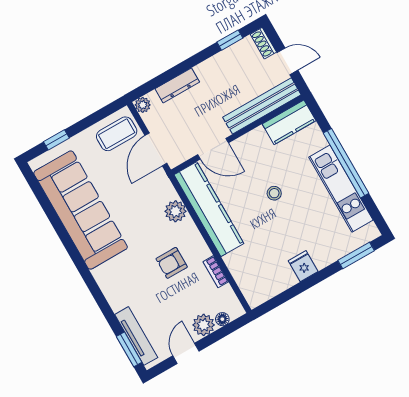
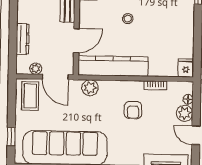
plant: (143, 105) -> (36, 69), moved
plant: (176, 211) -> (90, 88), moved
fridge: (303, 266) -> (186, 68), moved, turned 90

